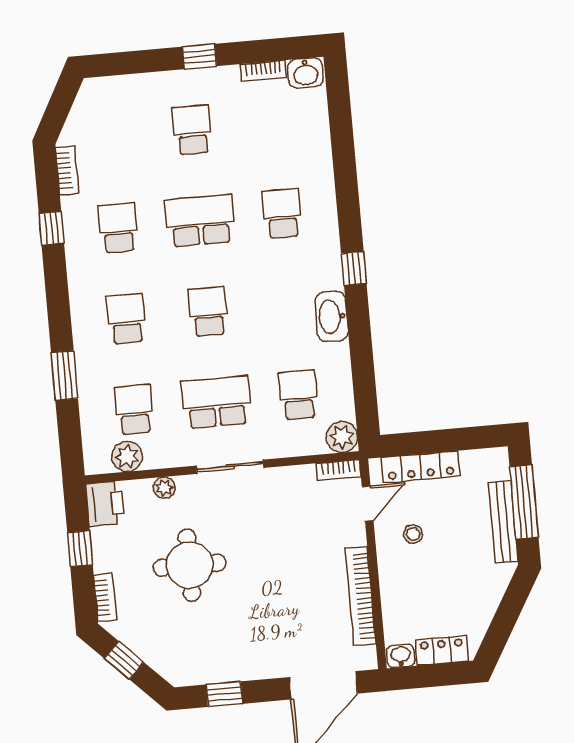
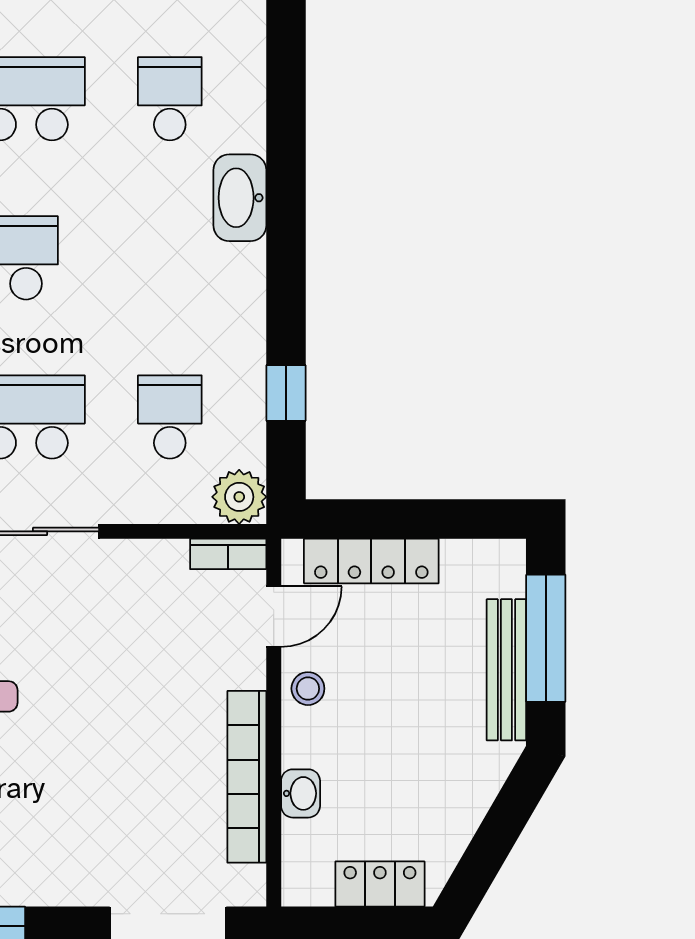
window: (354, 269) -> (286, 393), moved
washbasin: (332, 317) -> (240, 198), moved
stool: (413, 534) -> (308, 689), moved
washbasin: (401, 656) -> (301, 793), moved, turned 90

